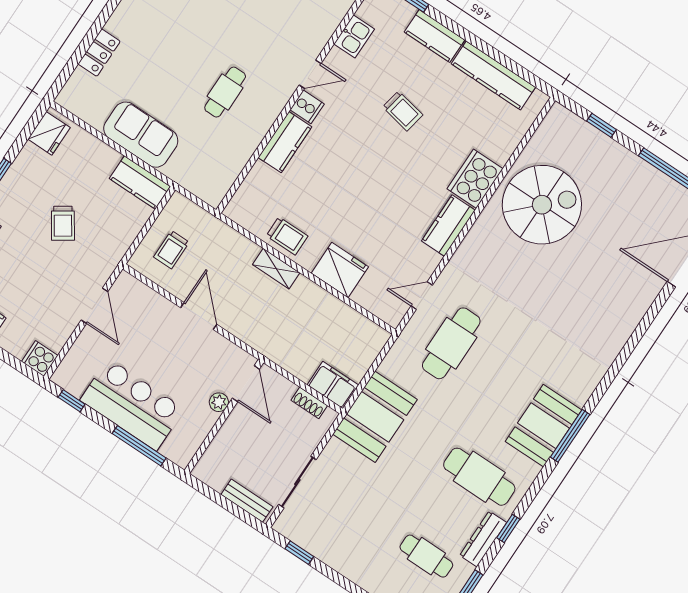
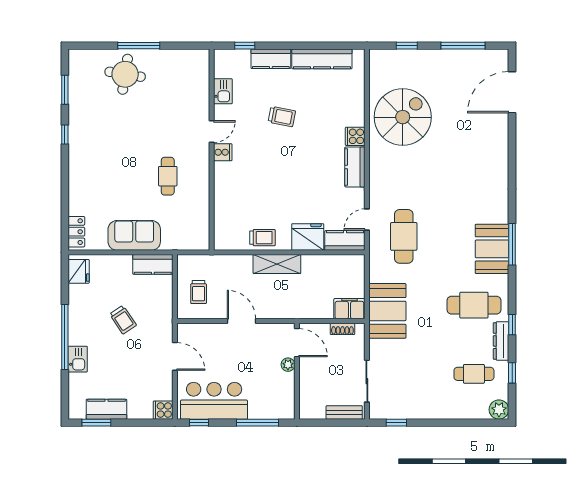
locker: (99, 53) -> (76, 232), moved
kitchen counter: (285, 142) -> (345, 240), moved, turned -90
cooker: (475, 179) -> (355, 136), width x0.53, depth x0.76
shelving: (276, 269) -> (277, 264), width x1.50, depth x1.33
bar counter: (132, 405) -> (214, 401), moved

